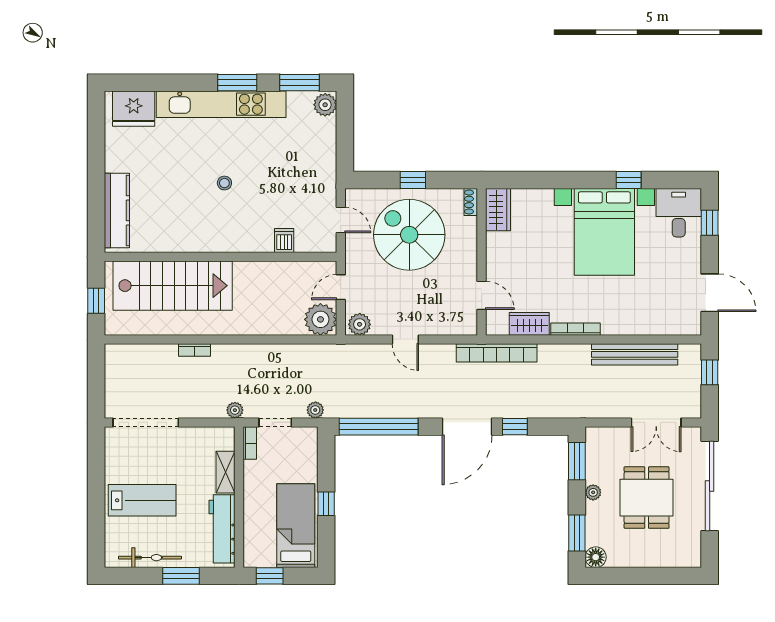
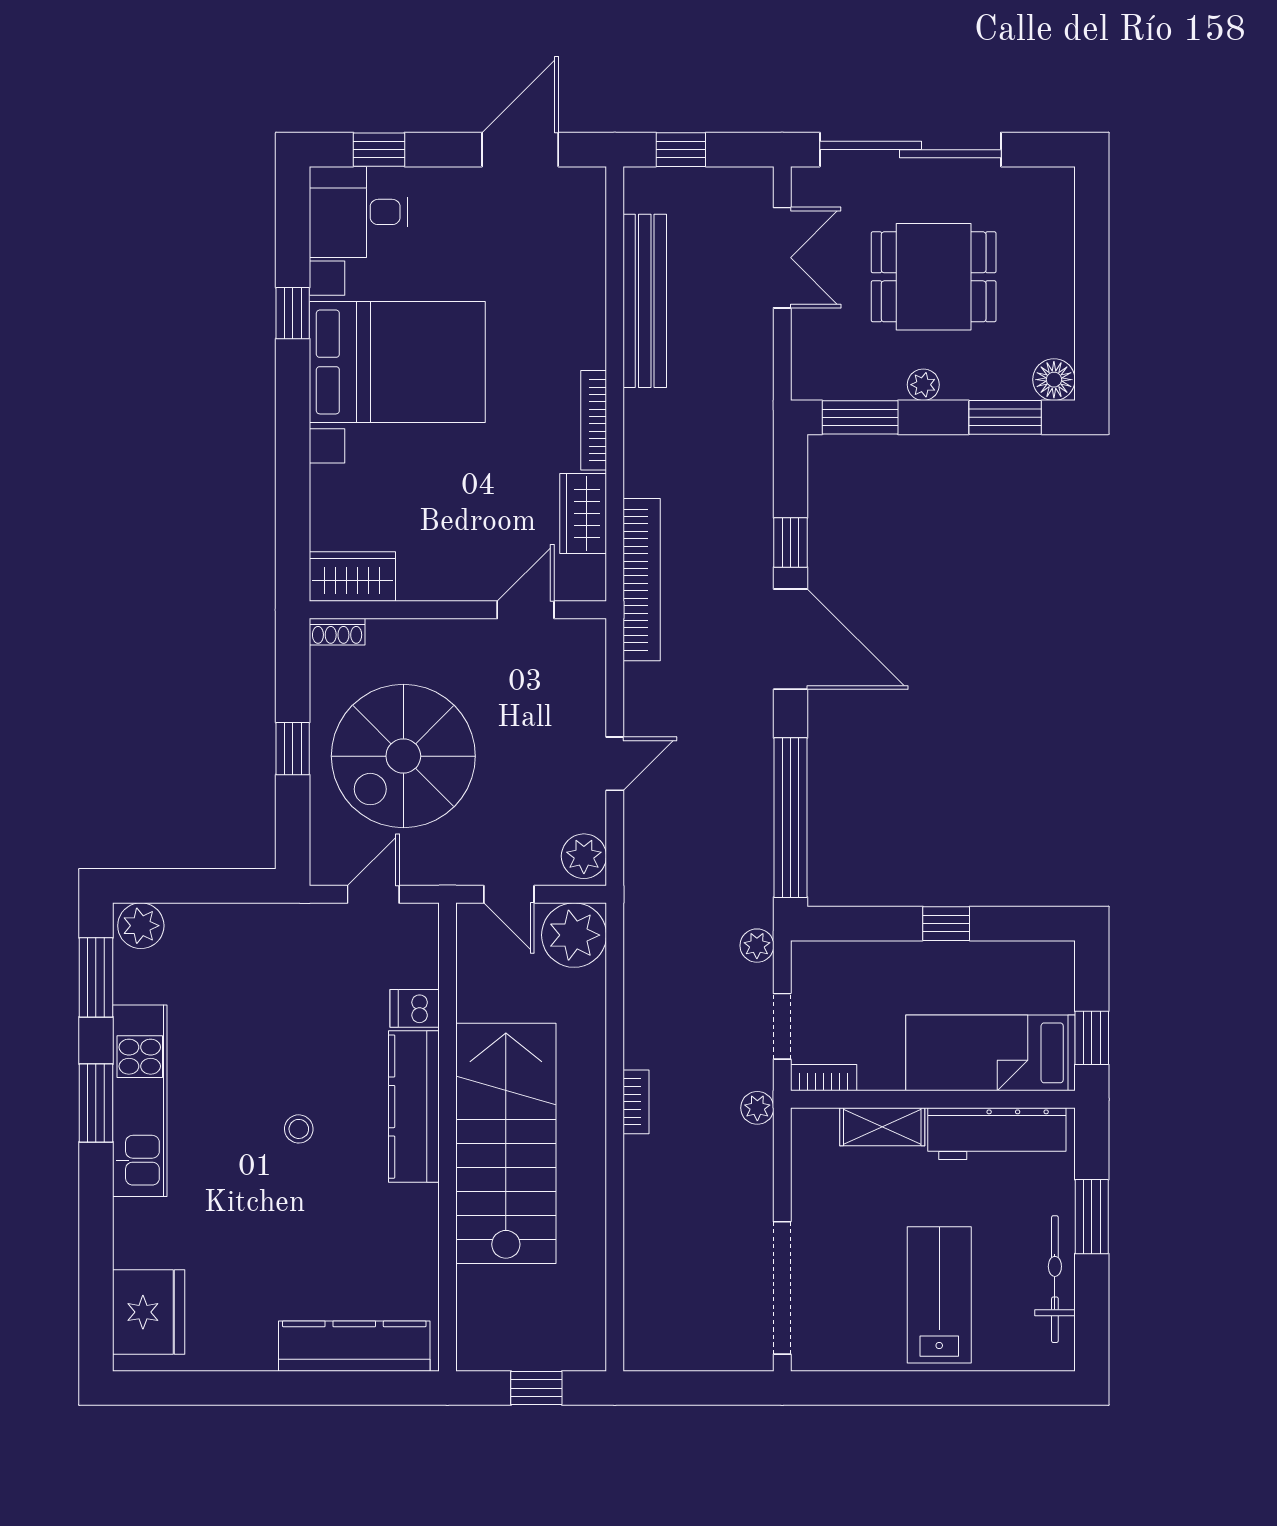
kitchen unit: (221, 104) -> (140, 1101), width x0.73
kitchen counter: (236, 240) -> (414, 1107), added
stairs: (173, 286) -> (506, 1143), moved
bookcase: (194, 350) -> (636, 1102), moved
bed: (296, 526) -> (990, 1053), moved

